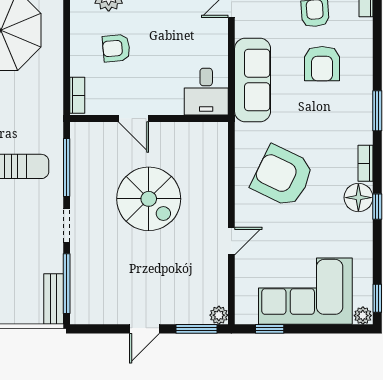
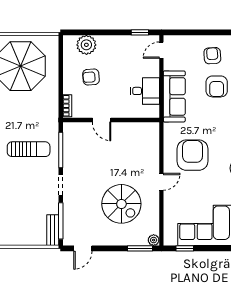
desk: (206, 92) -> (145, 91), moved, turned -90
armchair: (283, 176) -> (193, 155), turned 64
spiral stairs: (149, 199) -> (121, 204), moved
door: (231, 241) -> (161, 182), moved
door: (145, 329) -> (83, 248), moved

